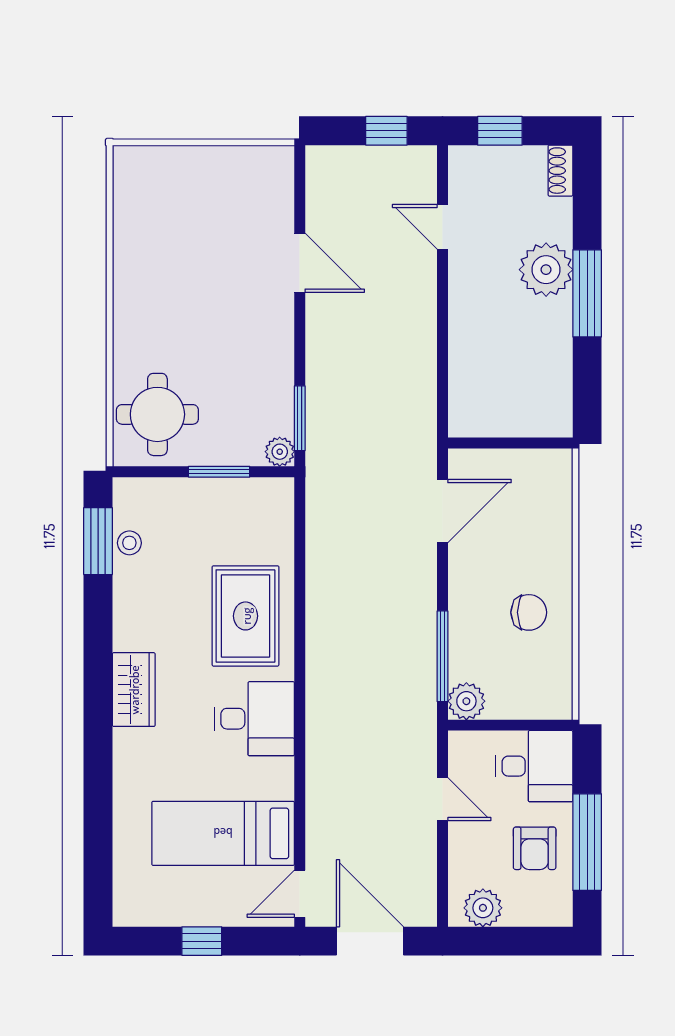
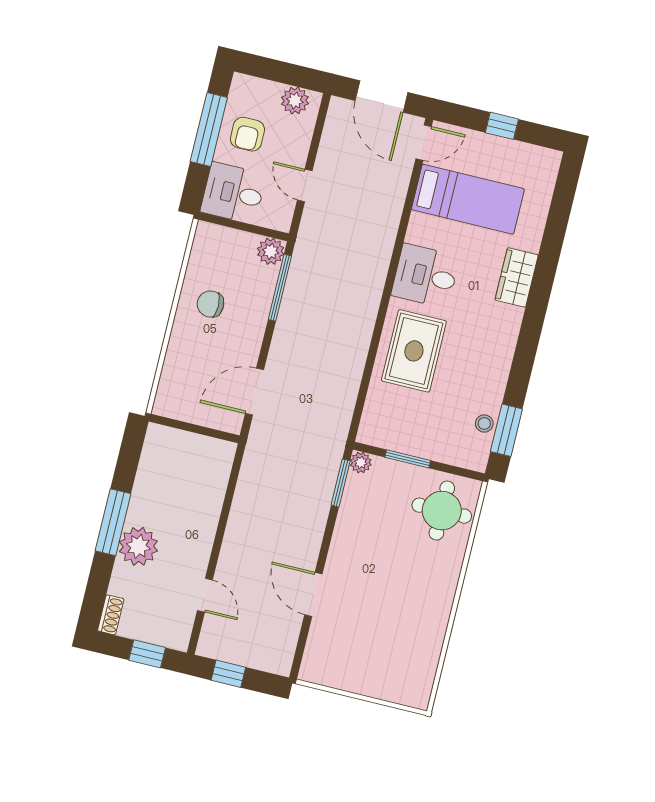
wardrobe: (134, 690) -> (517, 277), moved
armchair: (535, 848) -> (247, 134), turned 180

